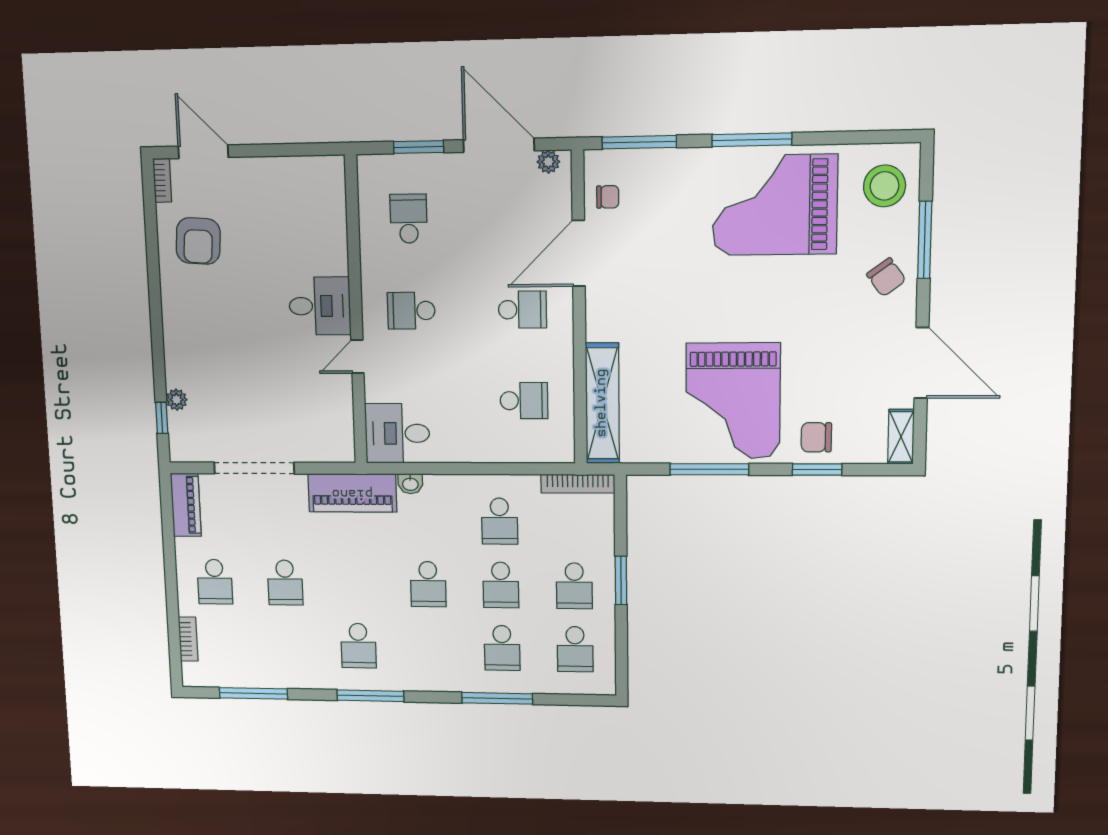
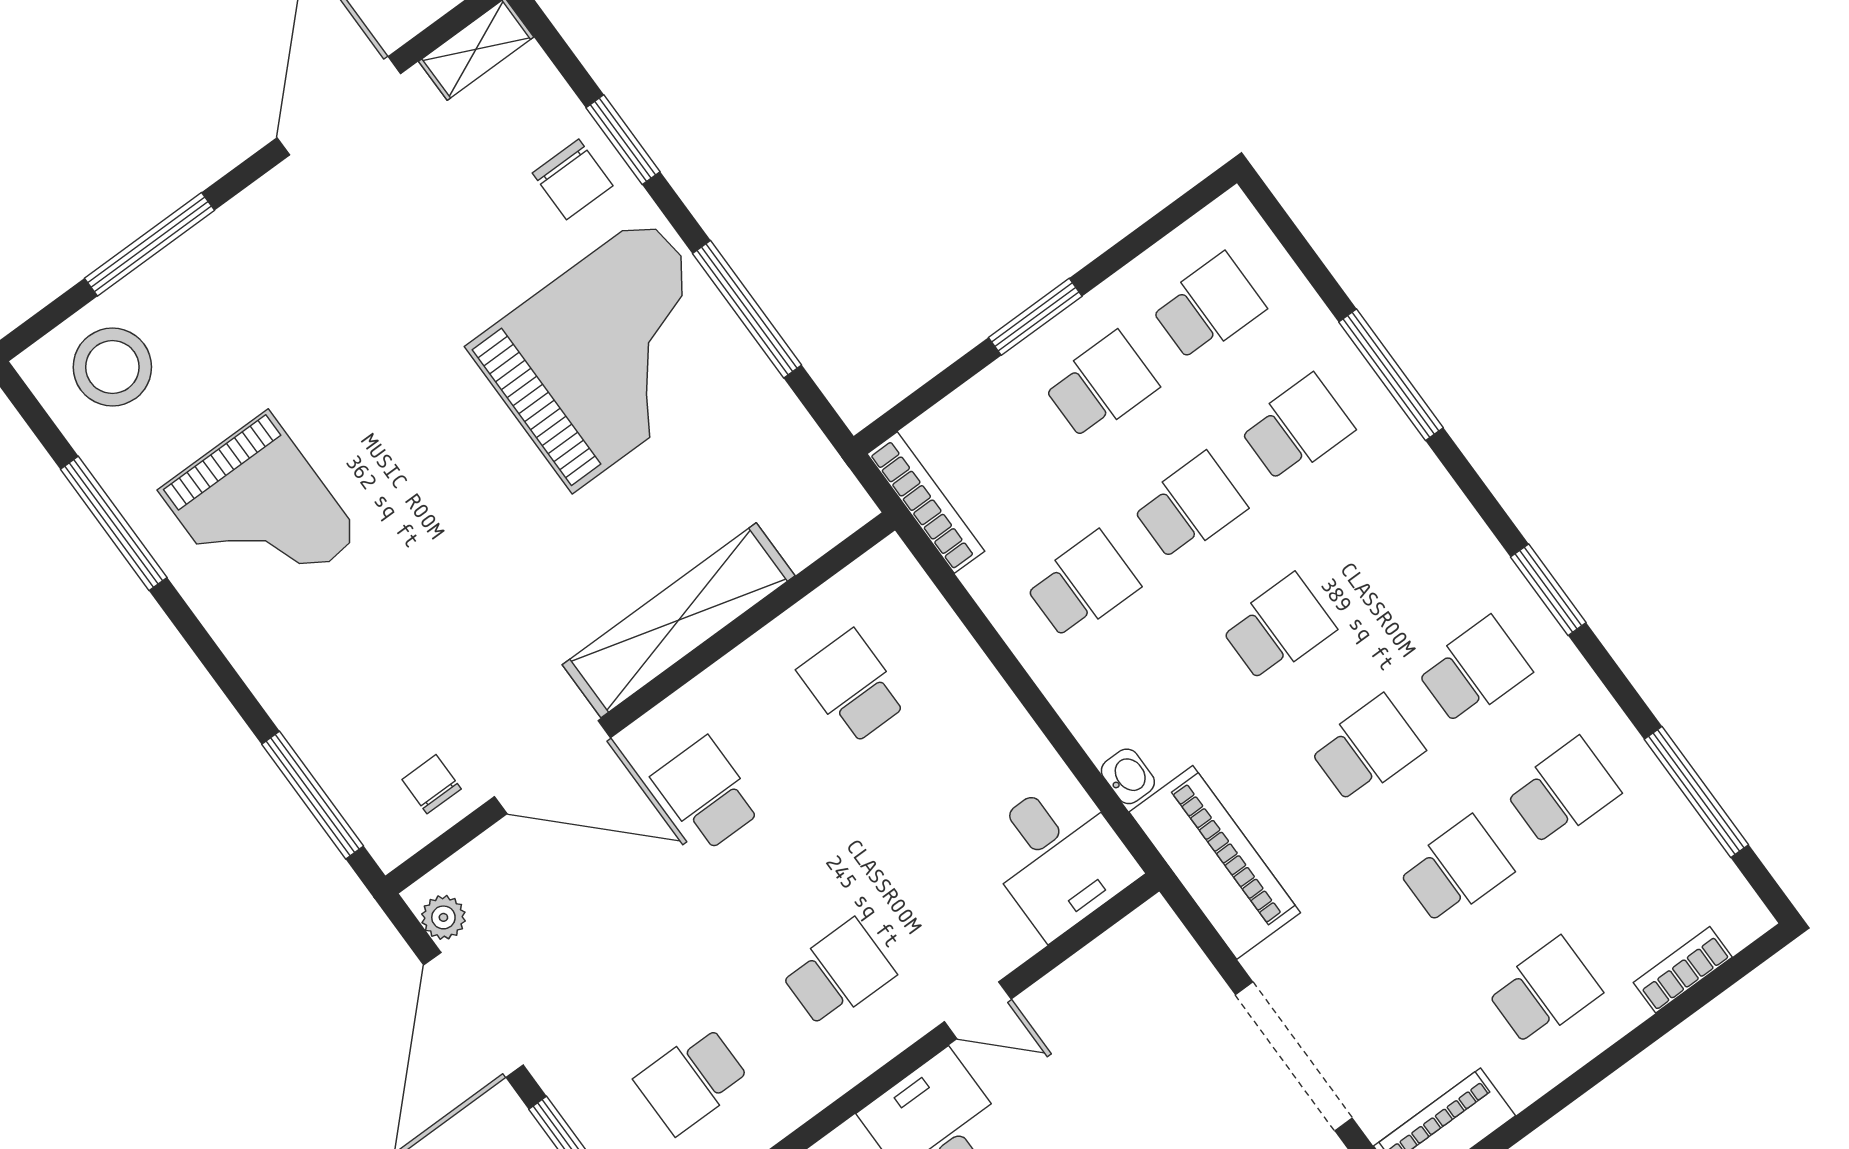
window: (752, 140) -> (114, 523), moved
grand piano: (775, 205) -> (260, 514), width x0.73, depth x0.68
chair: (886, 277) -> (247, 260), removed
school desk: (411, 311) -> (838, 973), turned -90
shelving: (602, 403) -> (679, 620), moved
school desk: (356, 583) -> (1367, 749), added
school desk: (288, 645) -> (1563, 792), added
window: (370, 696) -> (1548, 590), width x0.69

